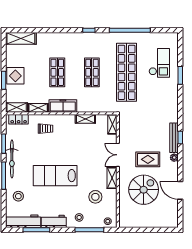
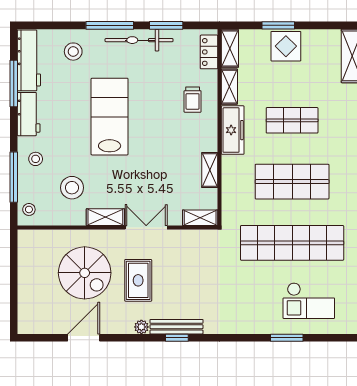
shop shelf: (92, 72) -> (292, 182), width x1.43, depth x1.36

